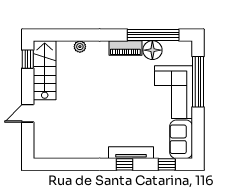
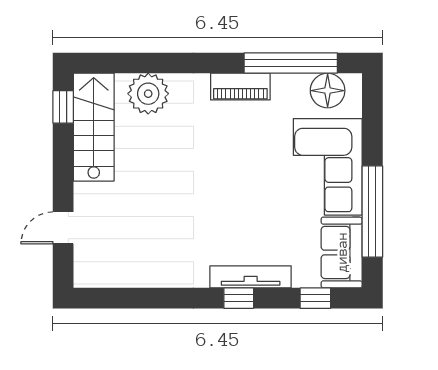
plant: (80, 47) -> (148, 94), width x1.87, depth x1.87
floor lamp: (152, 50) -> (328, 91), moved
window: (198, 82) -> (372, 212), moved
door: (28, 113) -> (63, 228), moved

